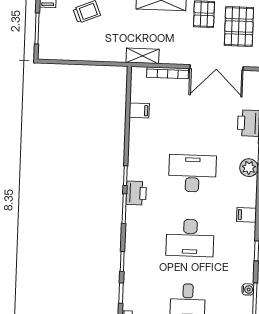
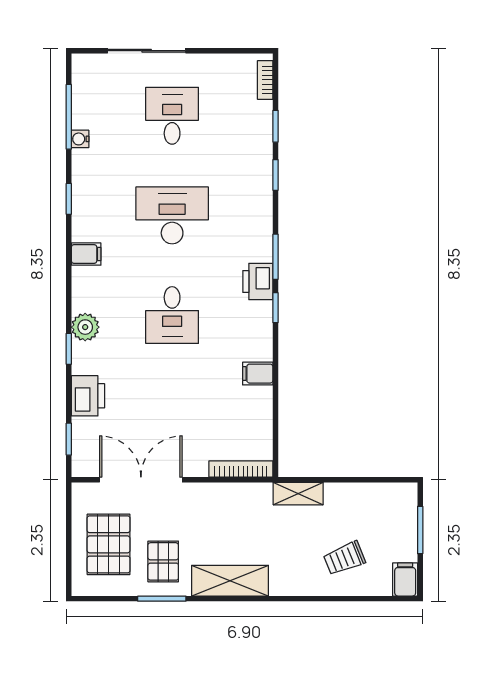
shelving: (143, 56) -> (298, 494), moved
bookcase: (168, 73) -> (241, 469), moved
filing cabinet: (139, 110) -> (258, 374), moved
desk: (192, 173) -> (172, 315), width x0.73

